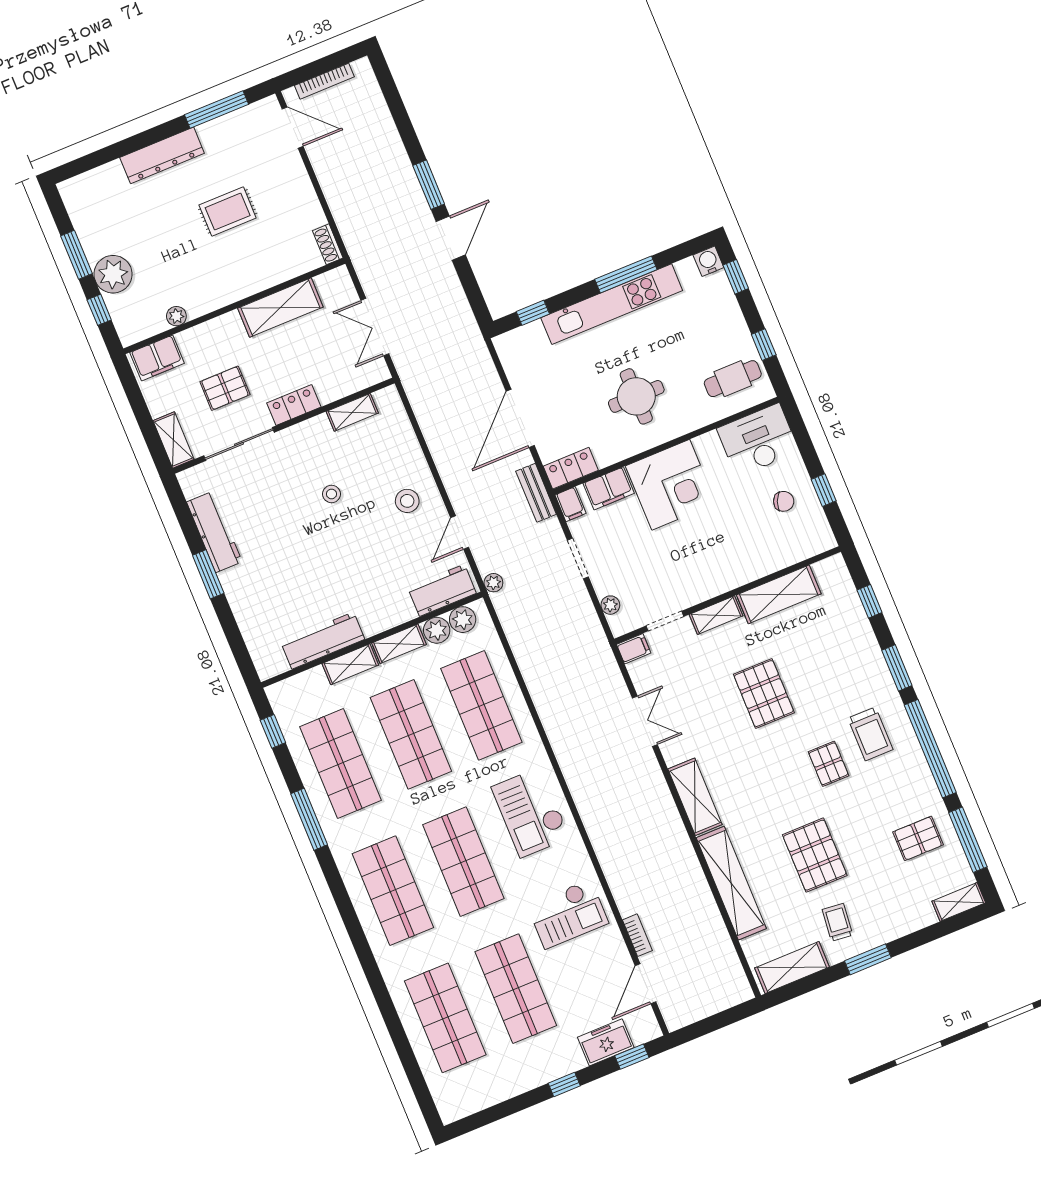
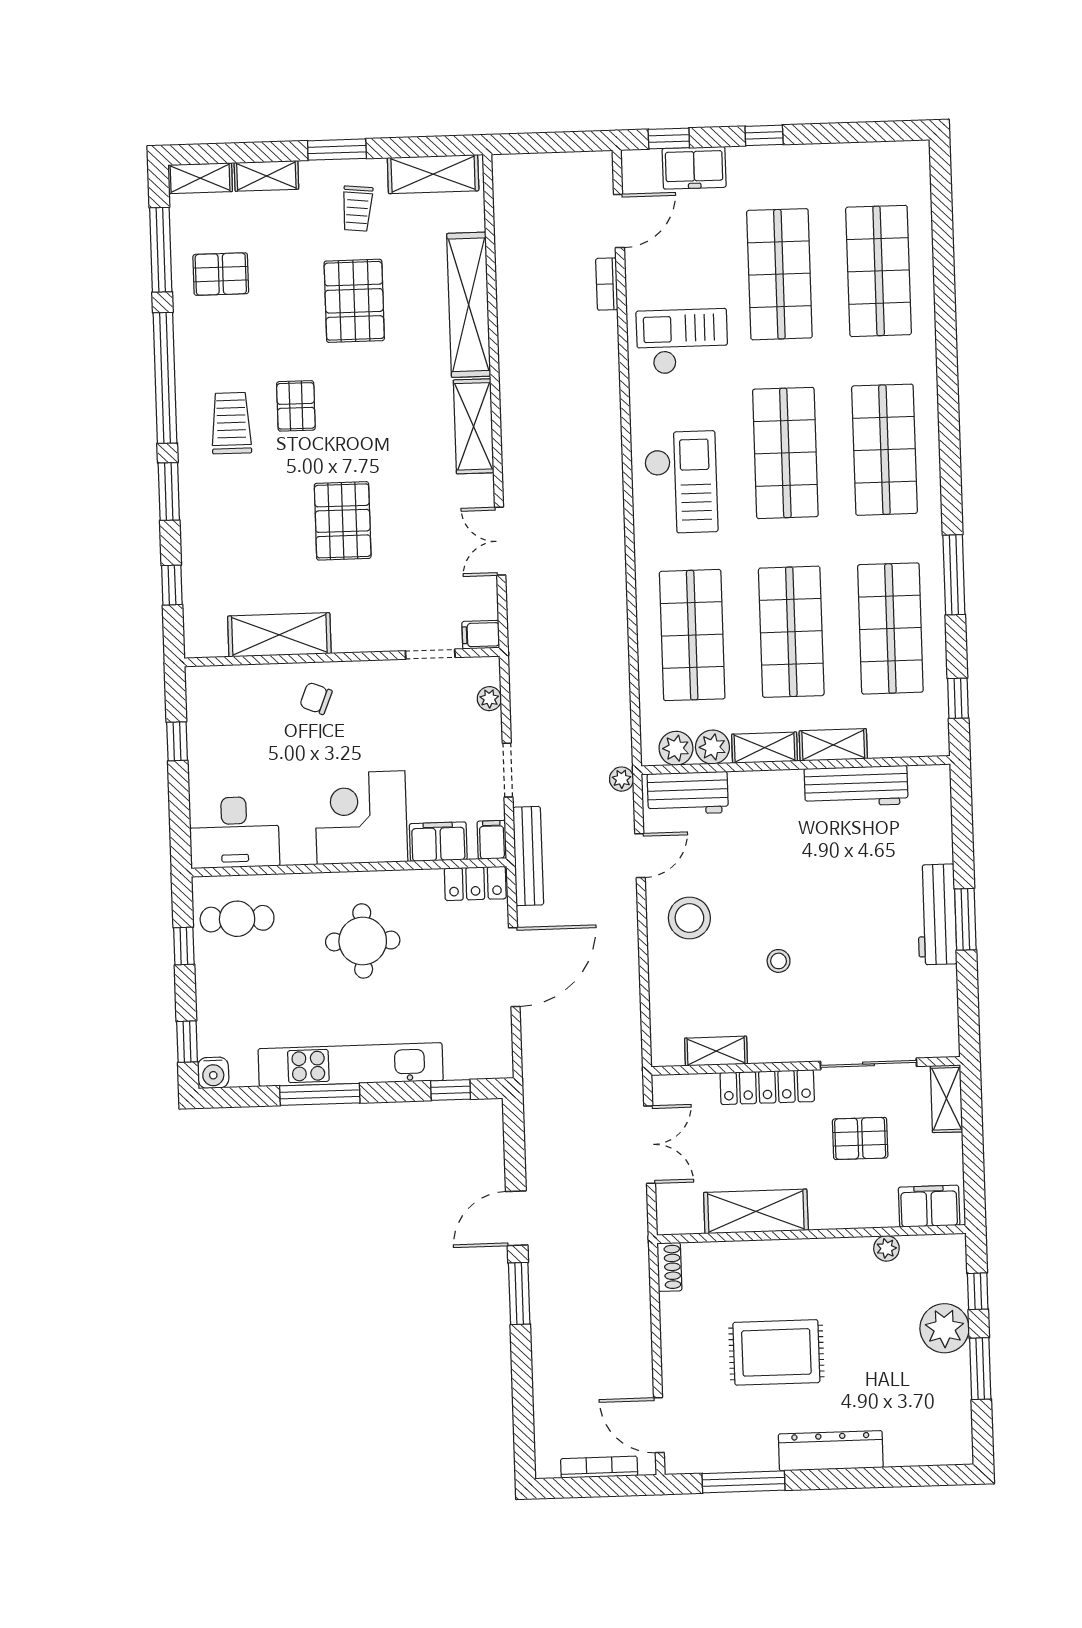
rug: (228, 212) -> (776, 1352), width x1.36, depth x1.43
locker: (294, 405) -> (767, 1087), width x1.53
bench: (536, 493) -> (528, 856), width x1.36
stool: (407, 501) -> (689, 918), width x1.38, depth x1.38
chair: (784, 501) -> (316, 698), moved
workbench: (214, 532) -> (937, 914), moved
shelving: (716, 615) -> (266, 176), moved

